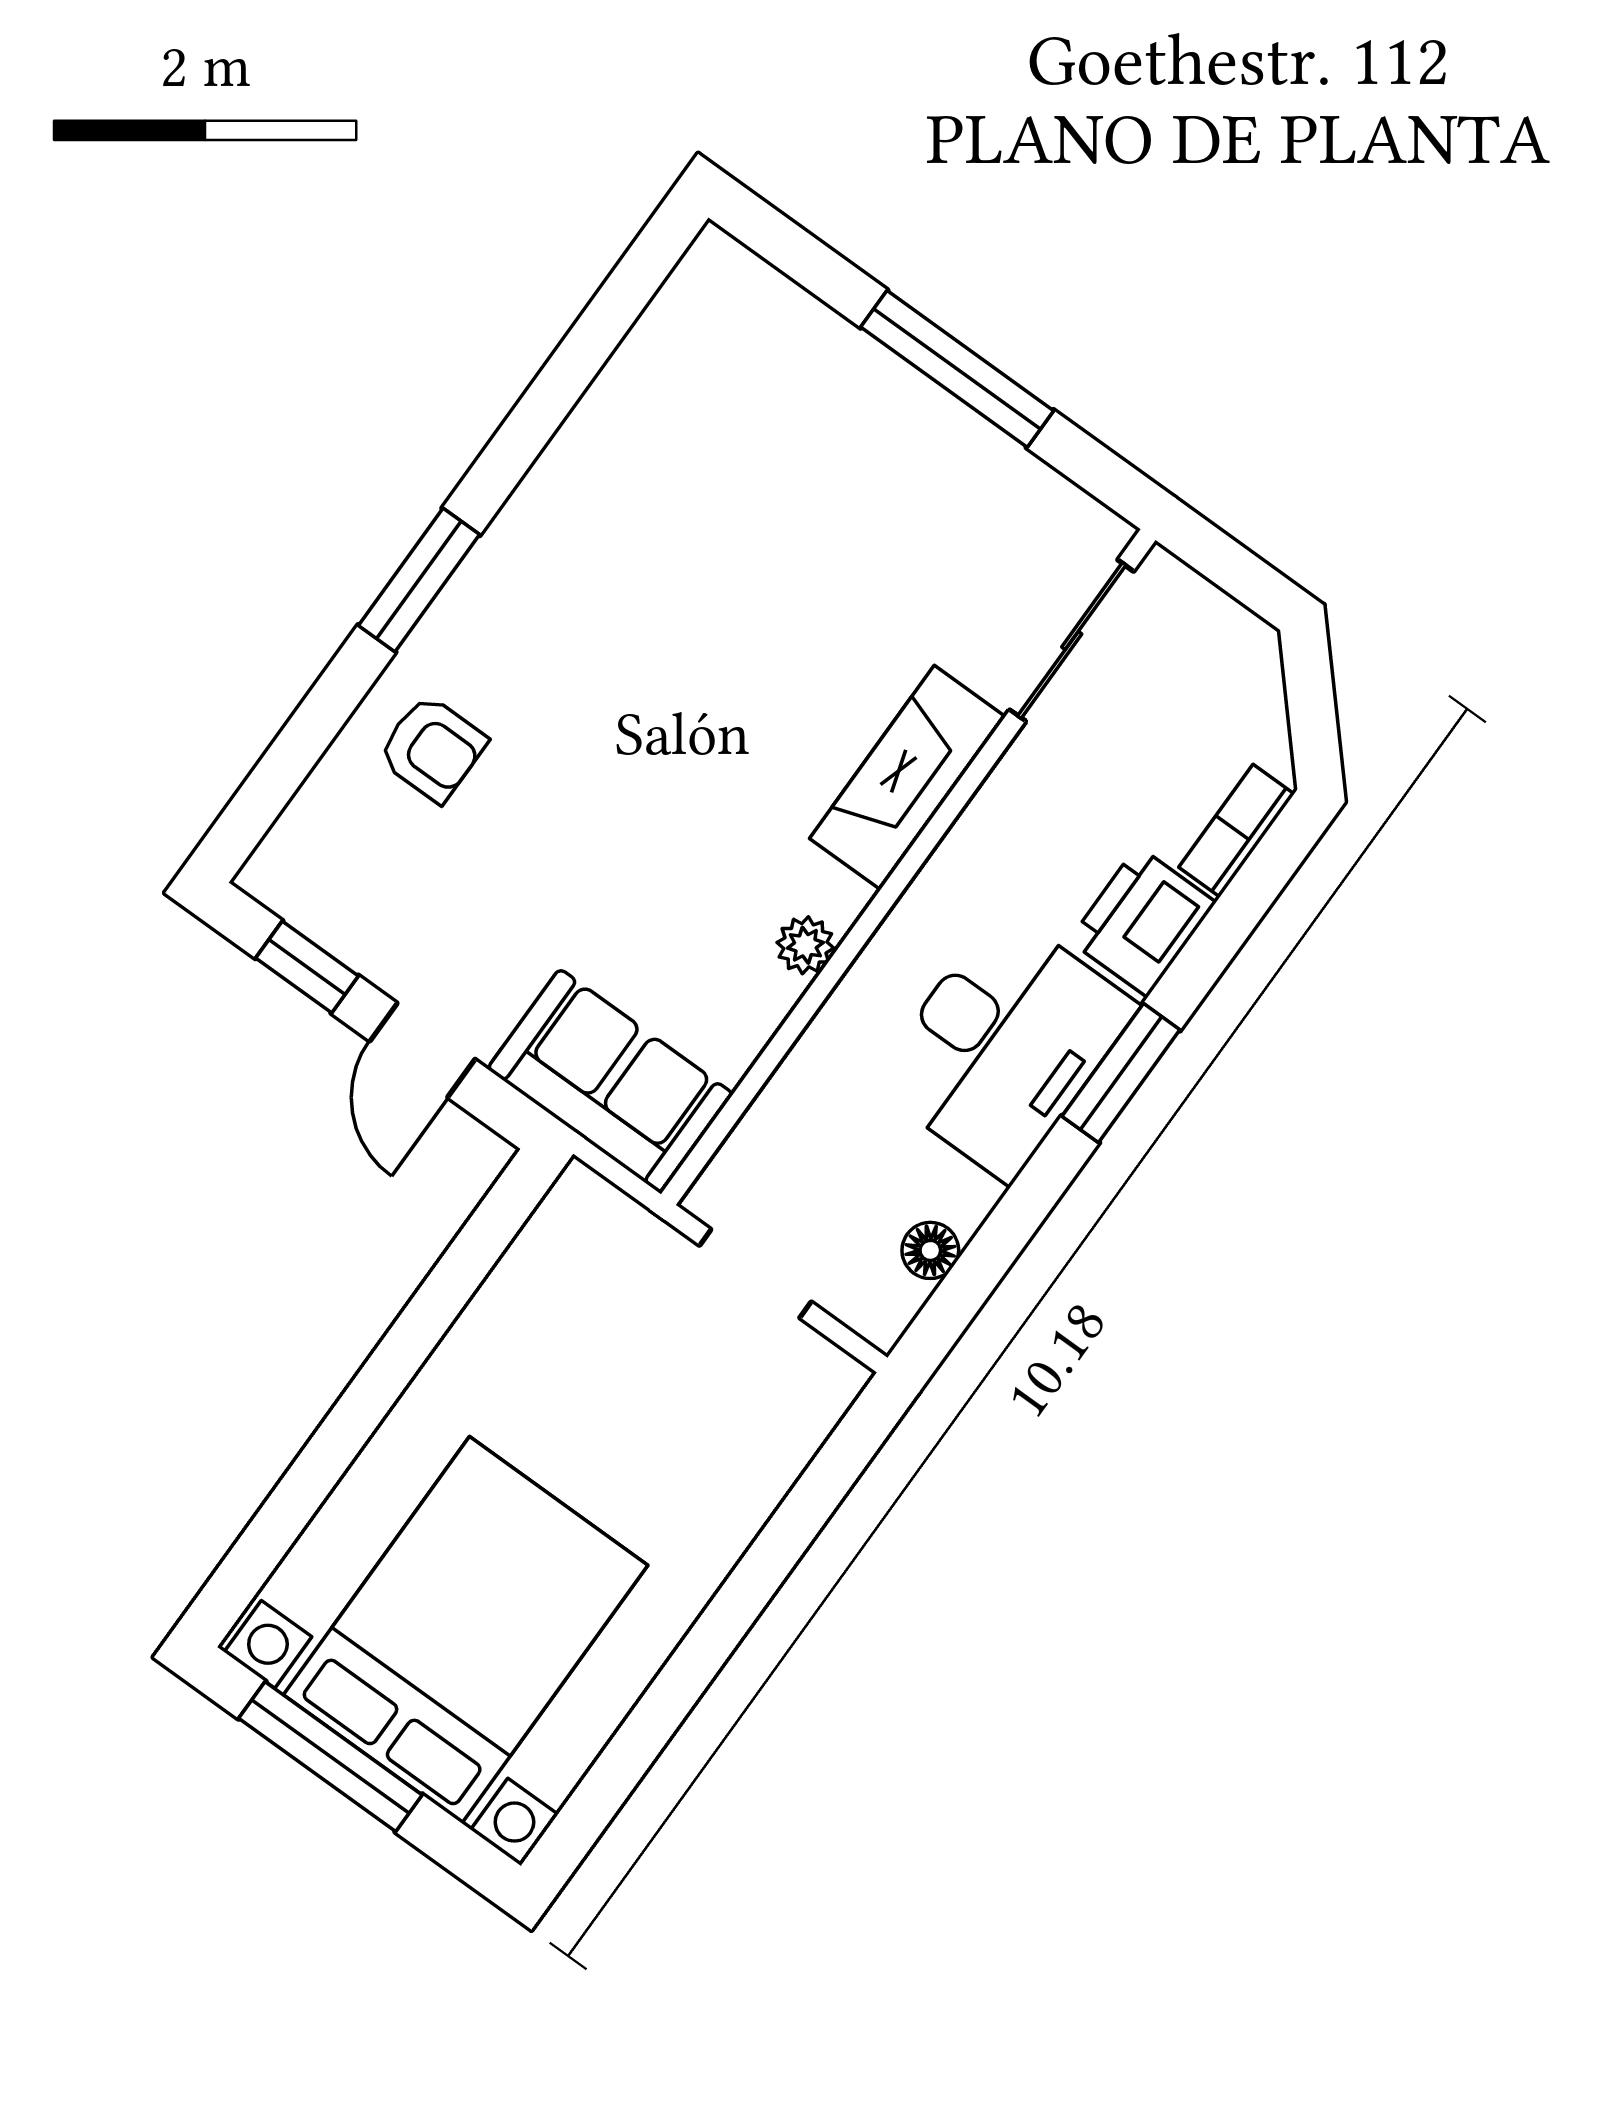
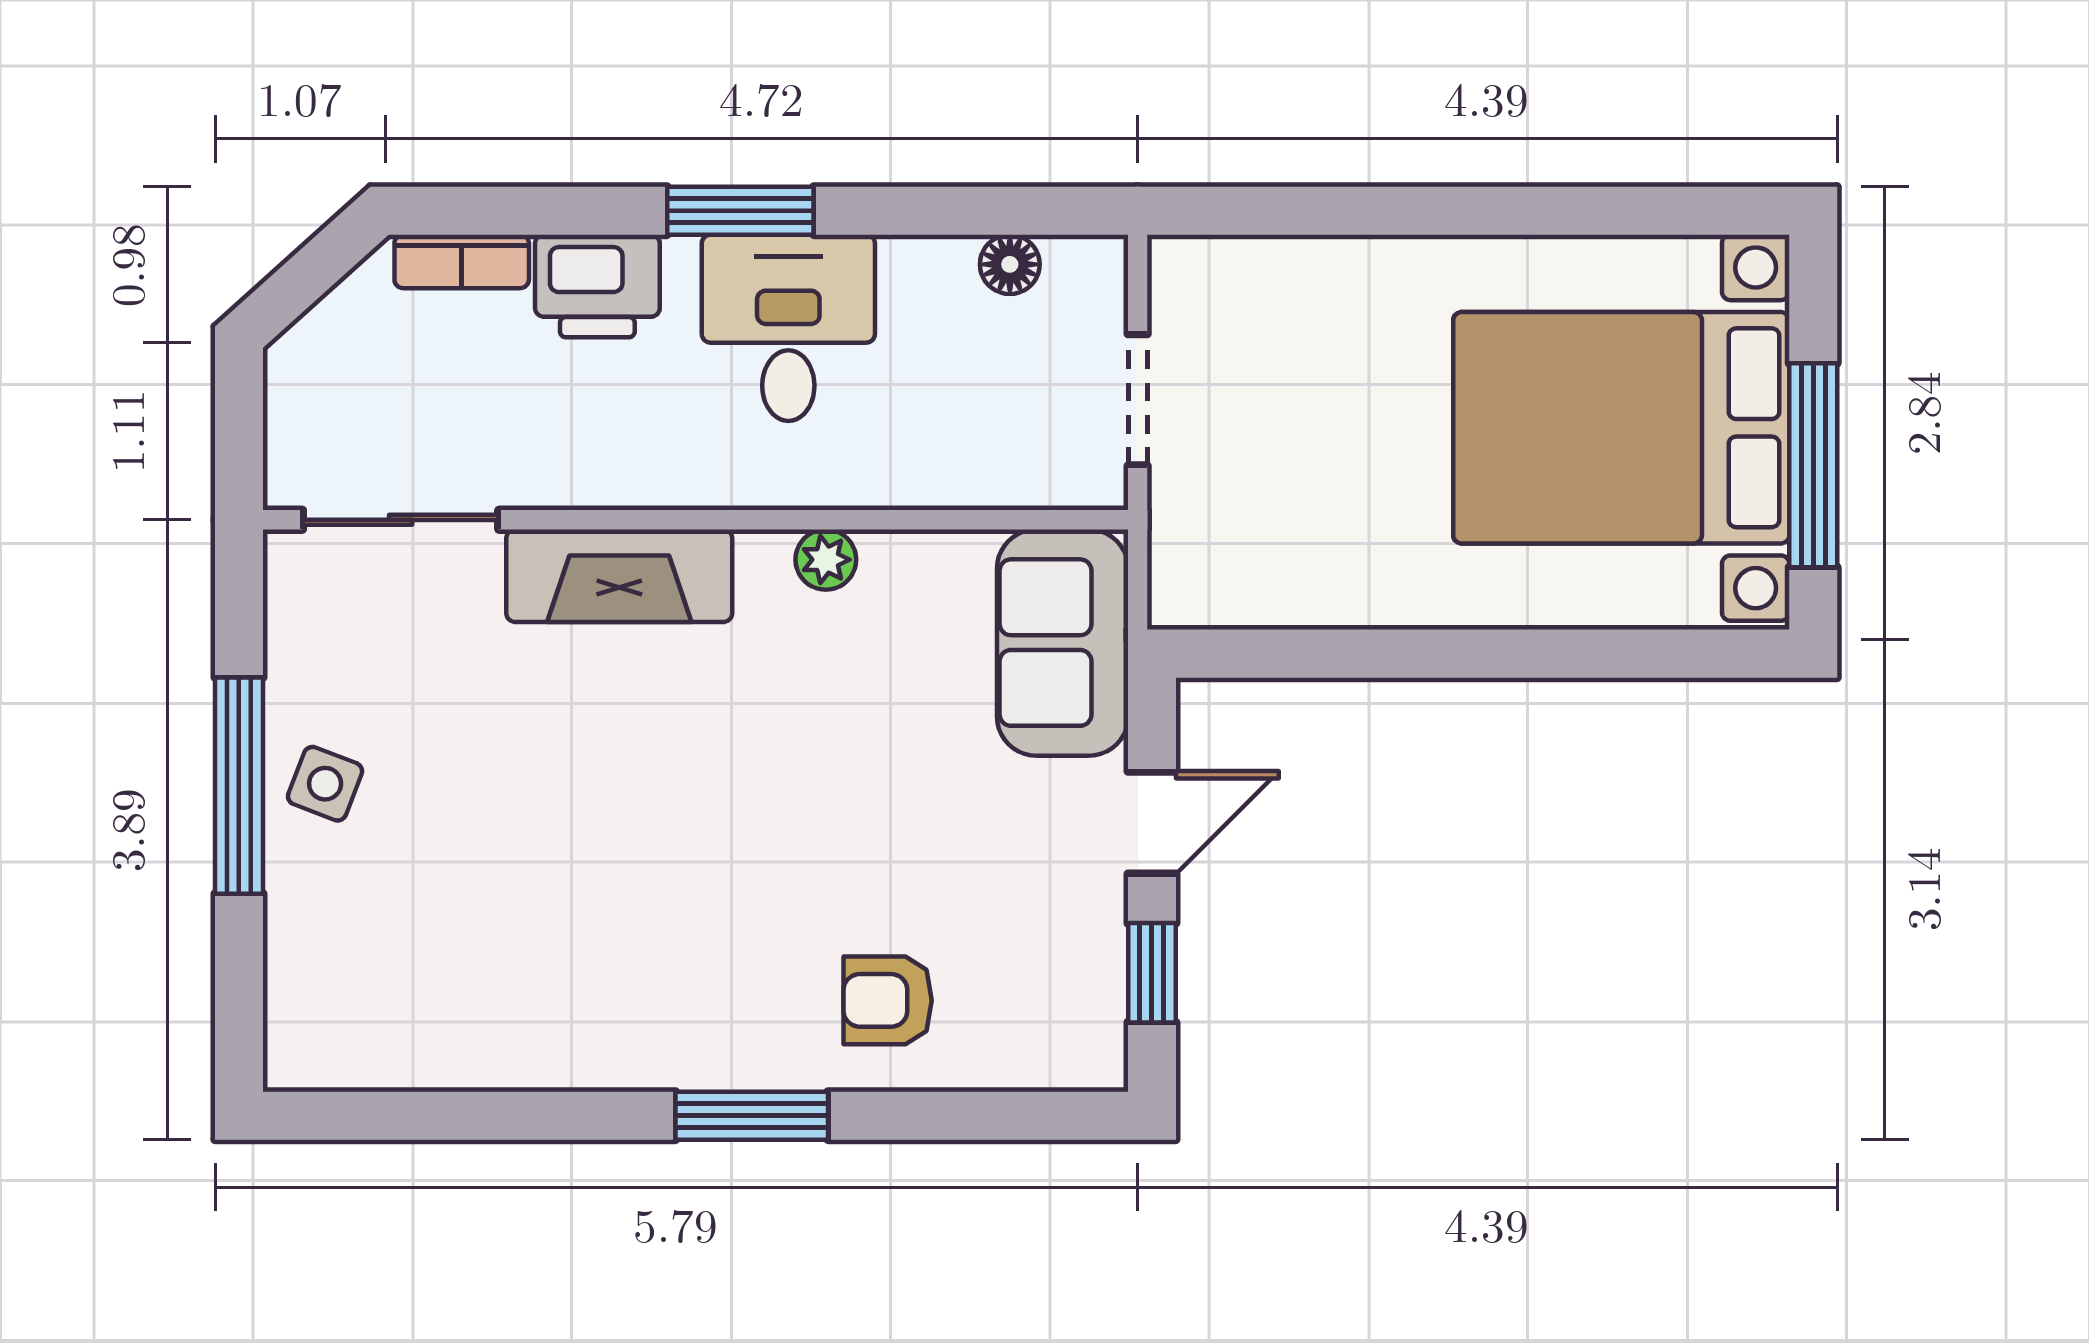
side table: (911, 436) -> (325, 784), added
armchair: (432, 748) -> (888, 1000), turned -90
desk: (1004, 1045) -> (788, 328), width x0.73

